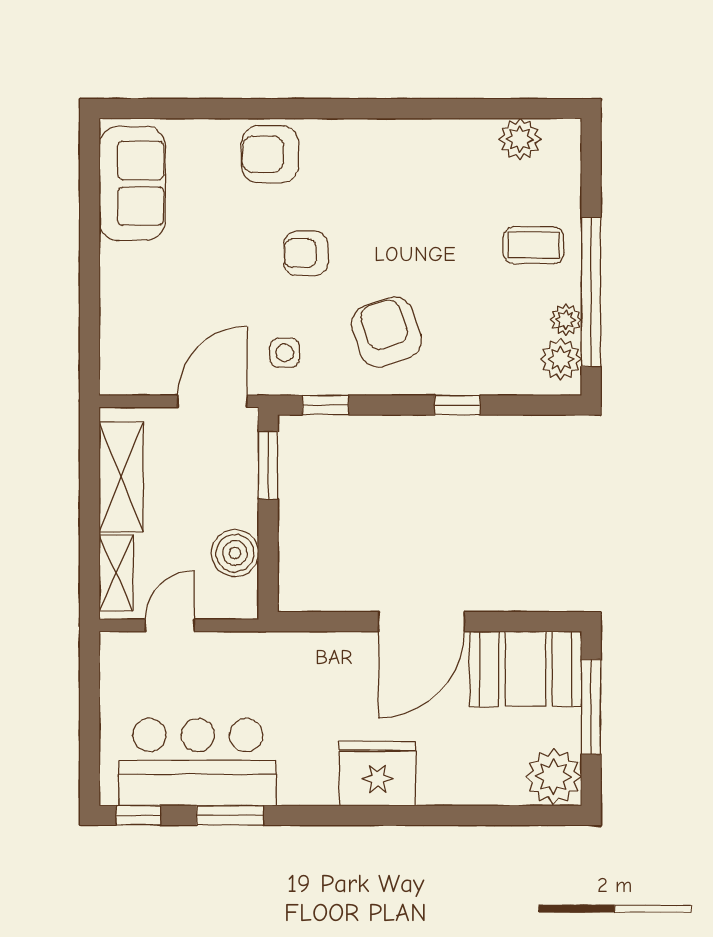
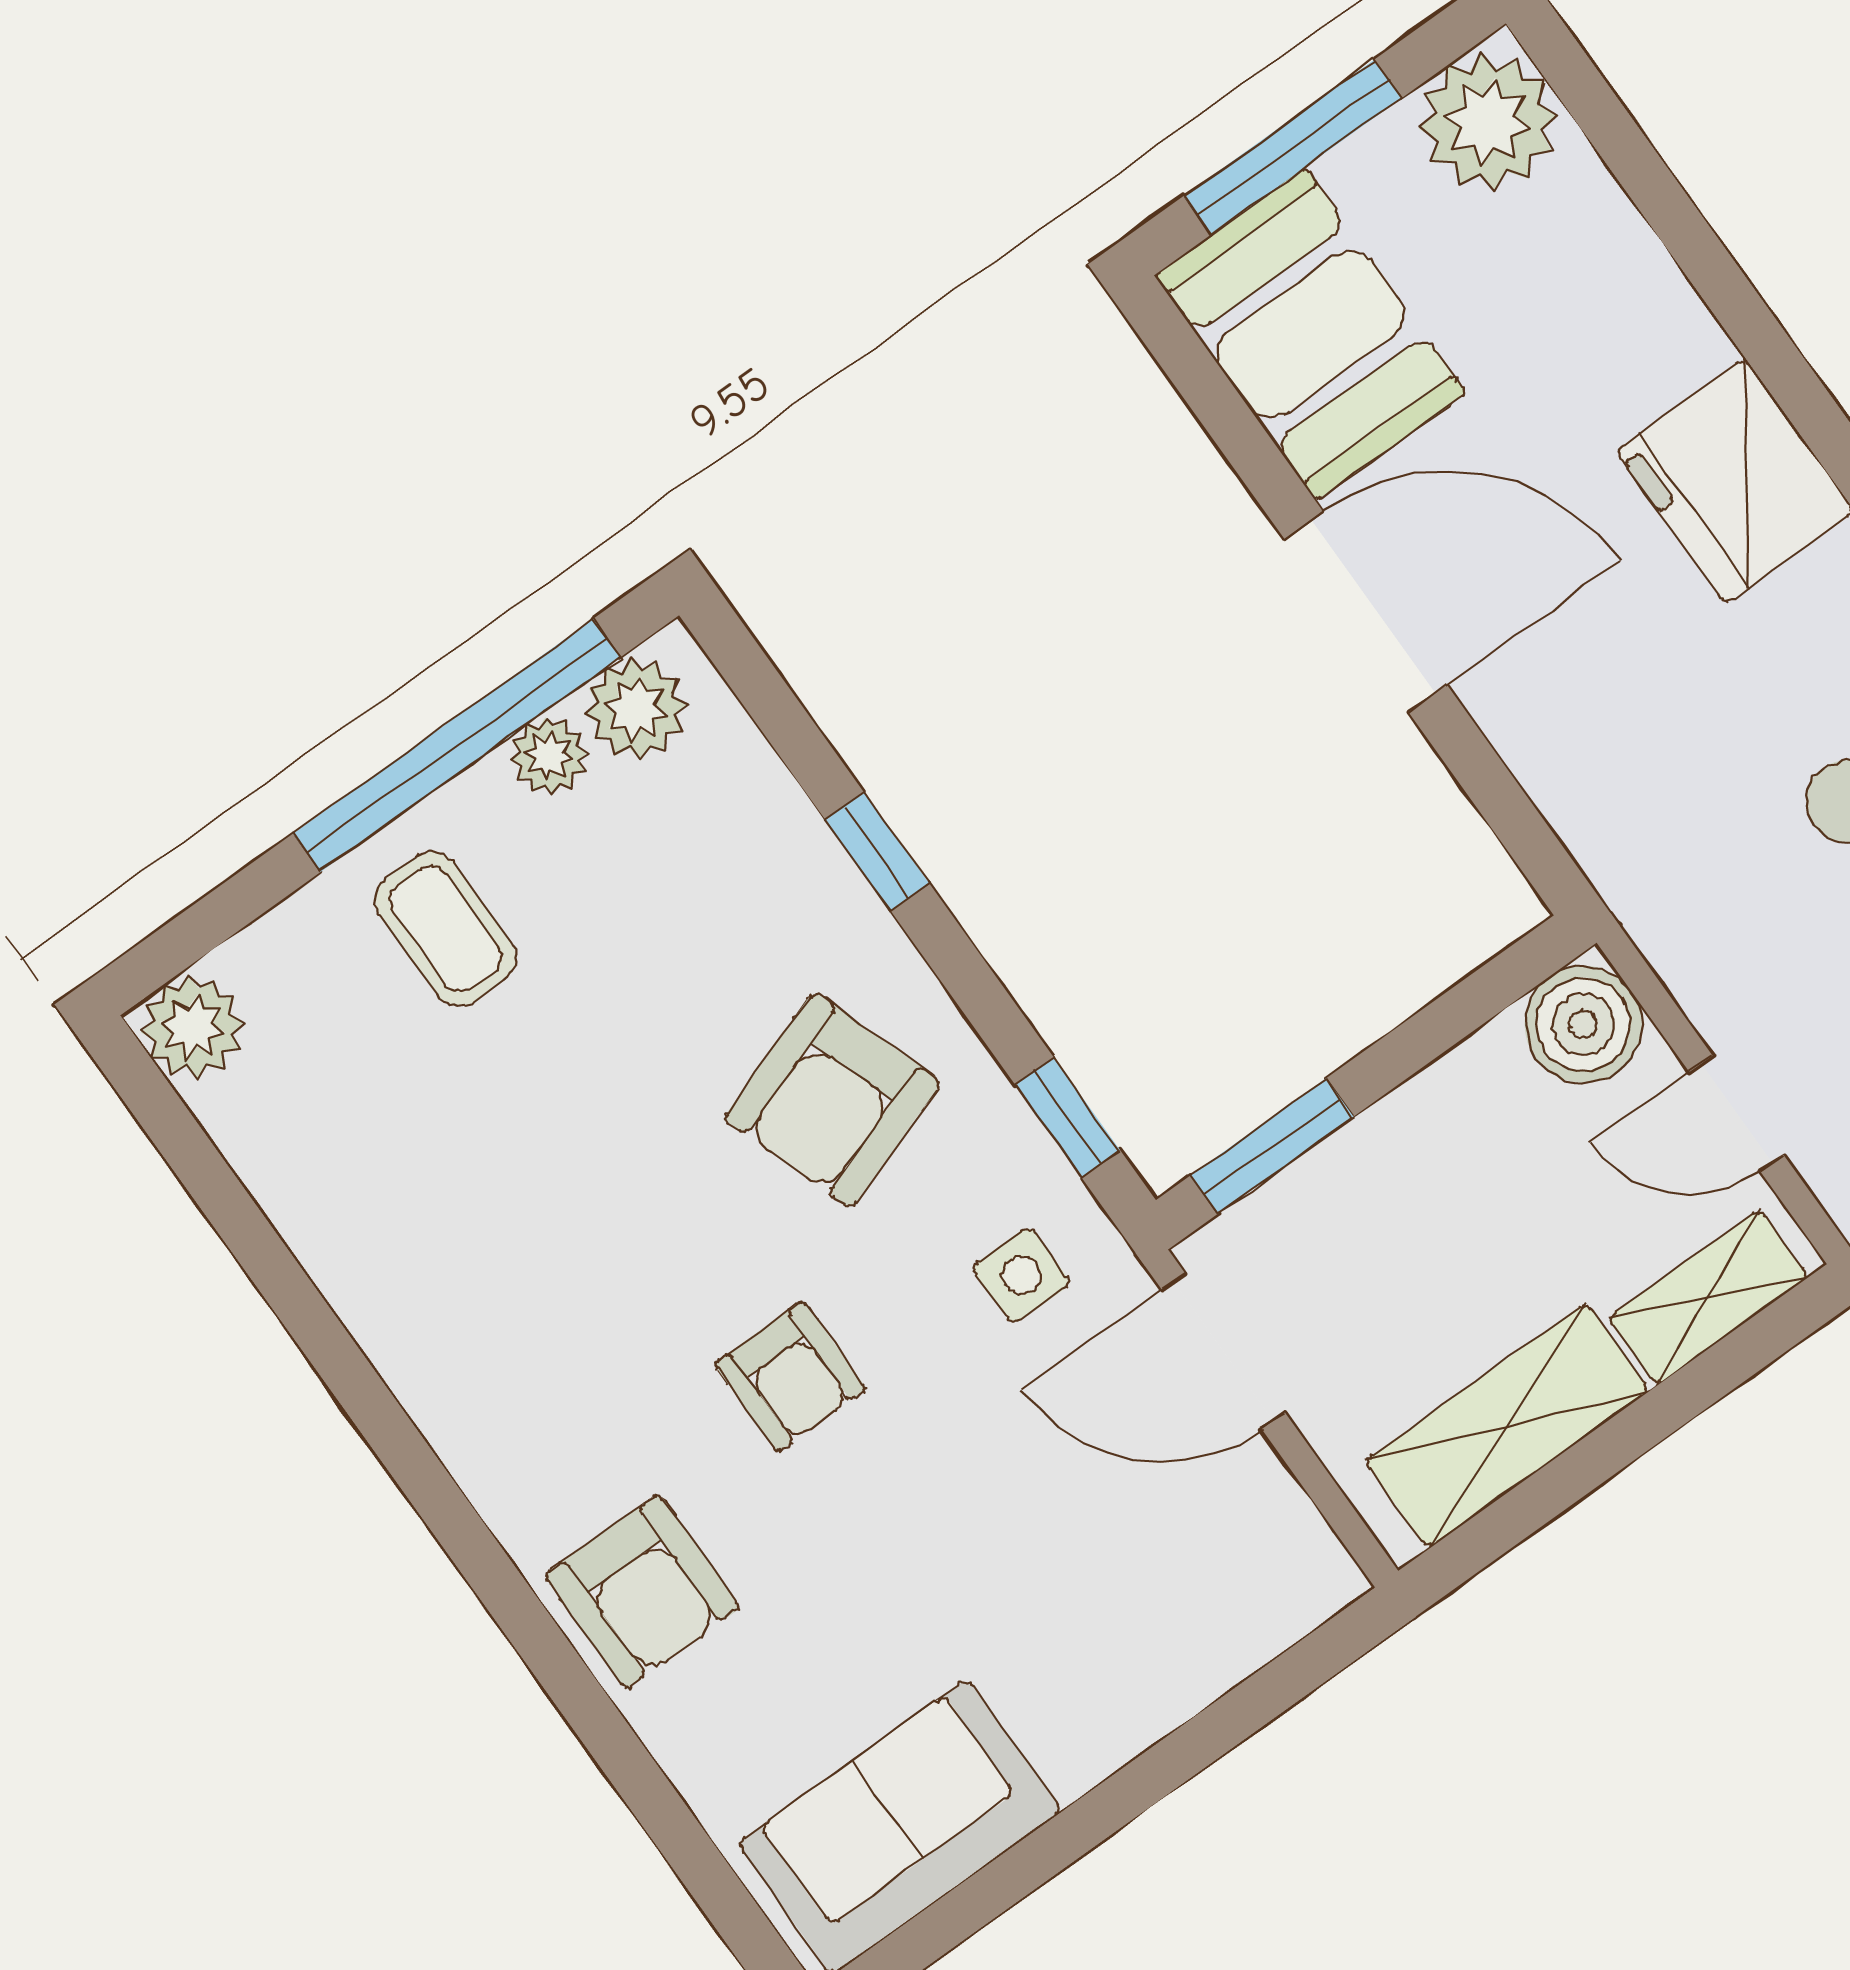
plant: (520, 139) -> (192, 1027), moved
boiler: (235, 553) -> (1583, 1024), moved

